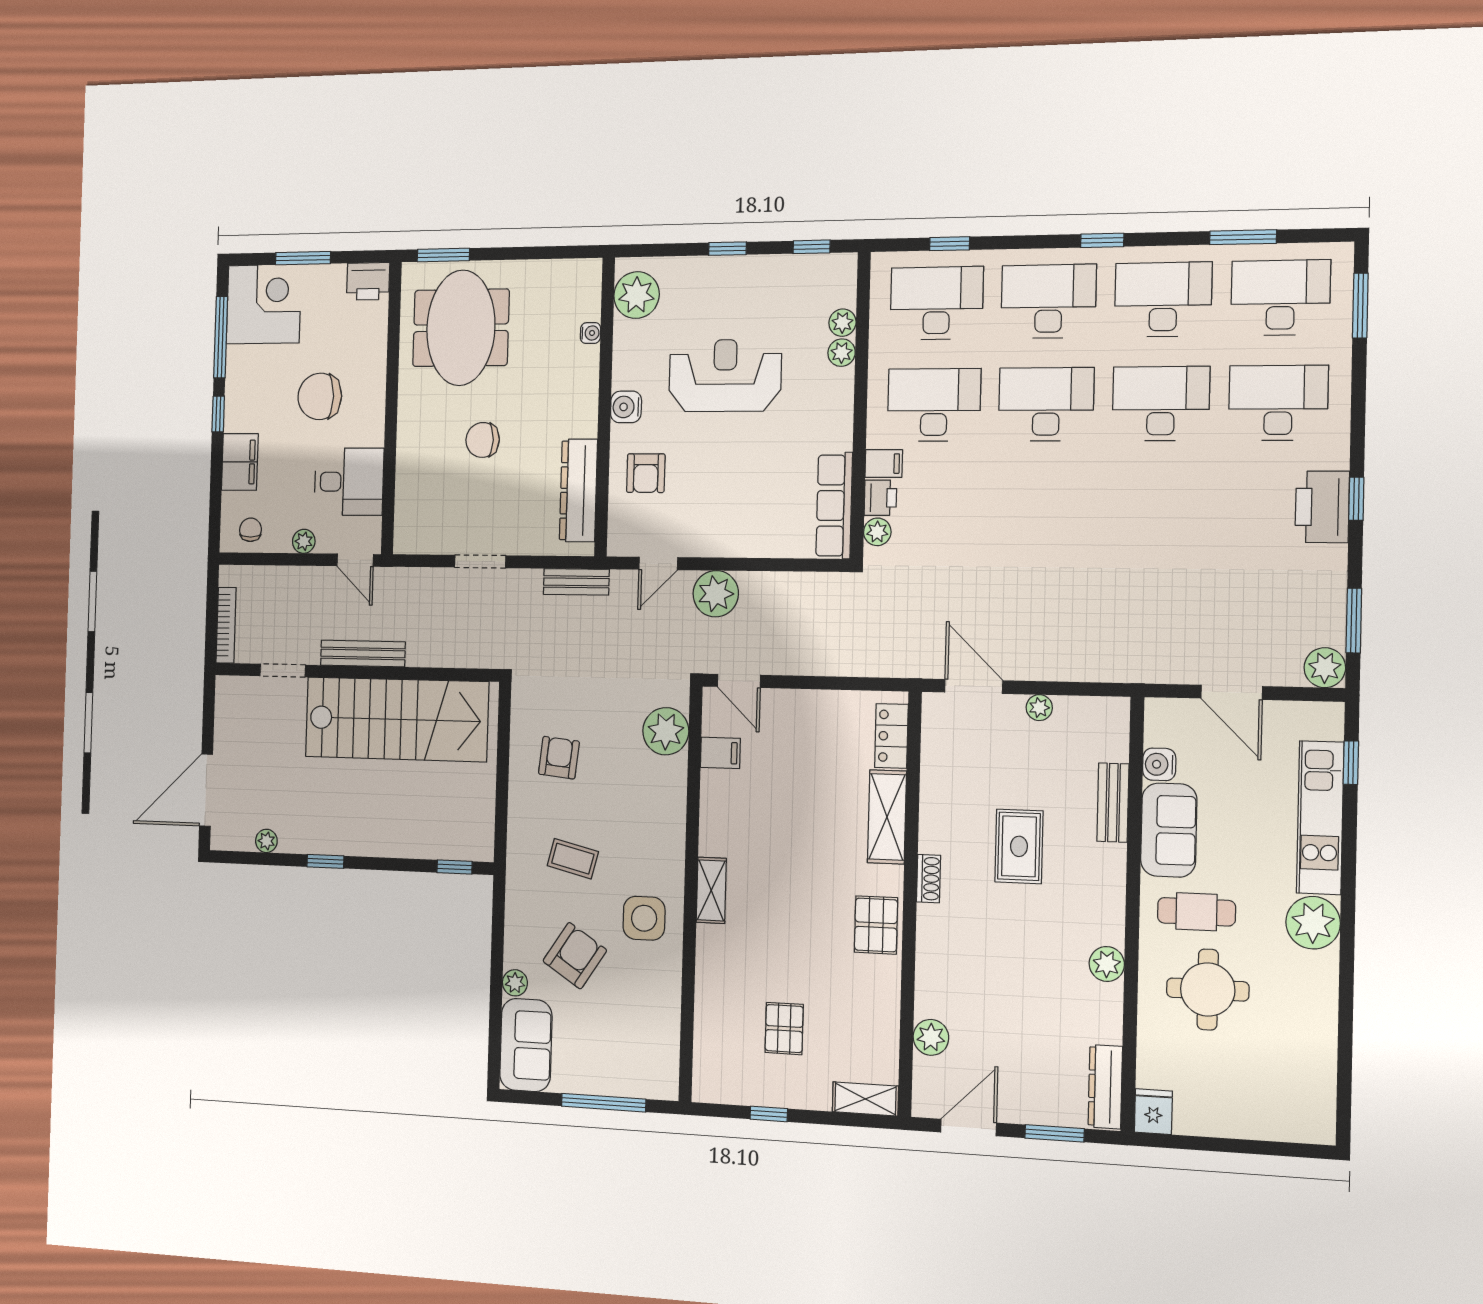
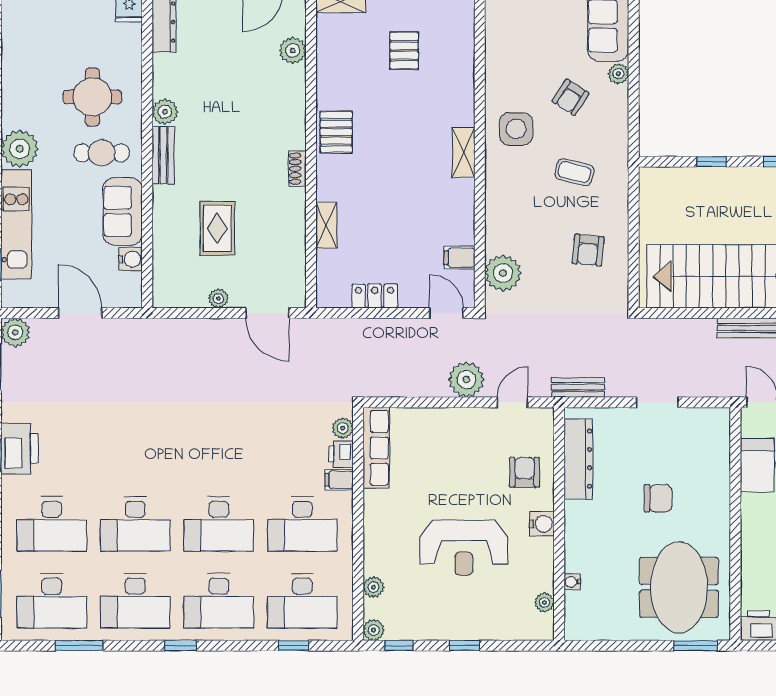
plant: (637, 295) -> (544, 602), width x0.53, depth x0.53
plant: (842, 353) -> (374, 630), moved
locker: (891, 736) -> (375, 296), moved, turned -90
bench: (1113, 803) -> (163, 155), moved
shelving: (887, 817) -> (326, 225), width x0.67, depth x0.75
rug: (1019, 846) -> (217, 228), moved
window: (454, 867) -> (712, 162), moved
armchair: (575, 956) -> (571, 97), width x0.72, depth x0.72

